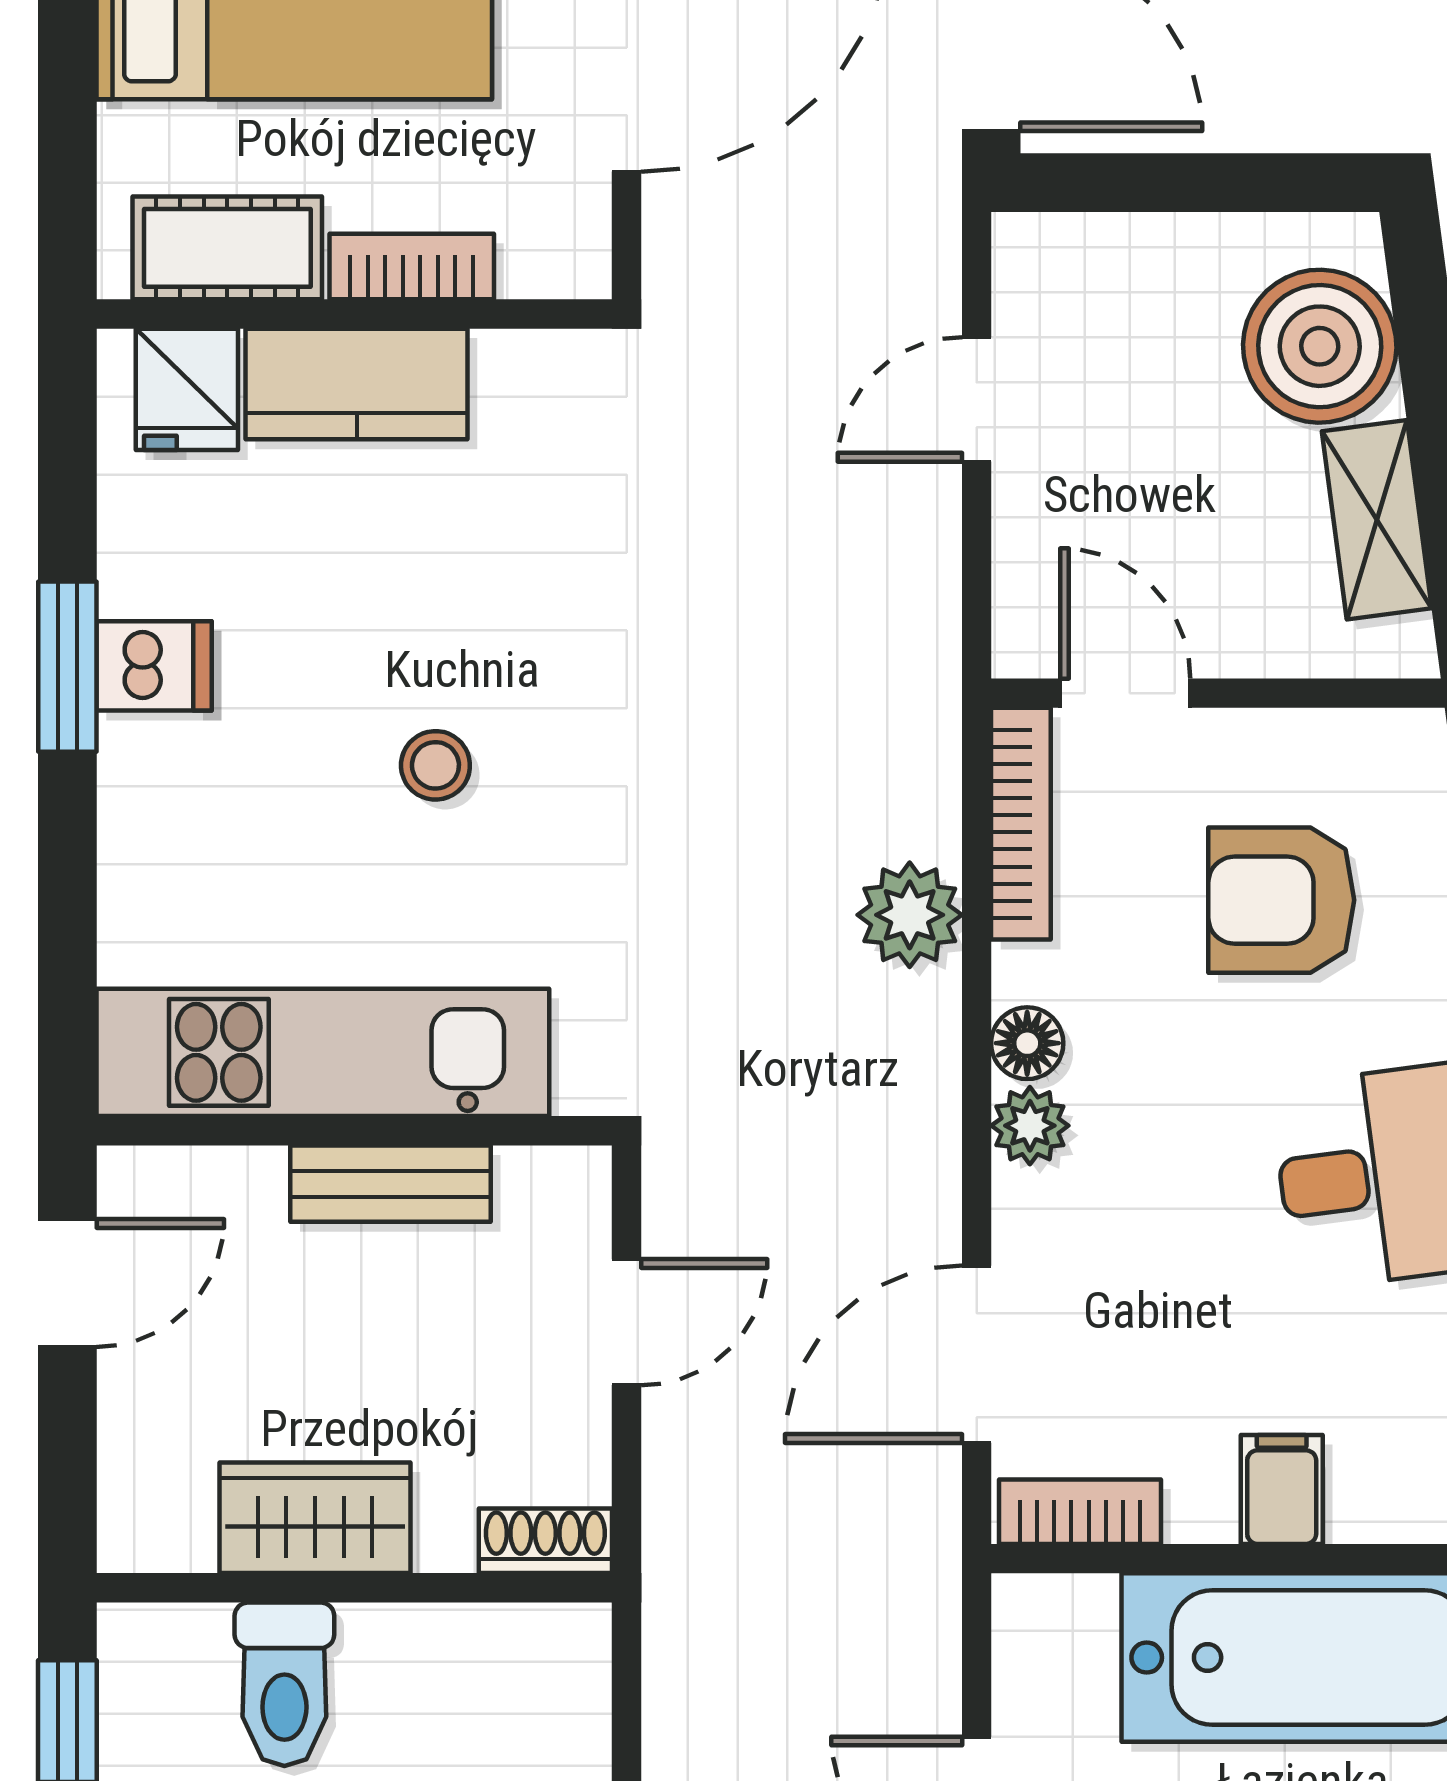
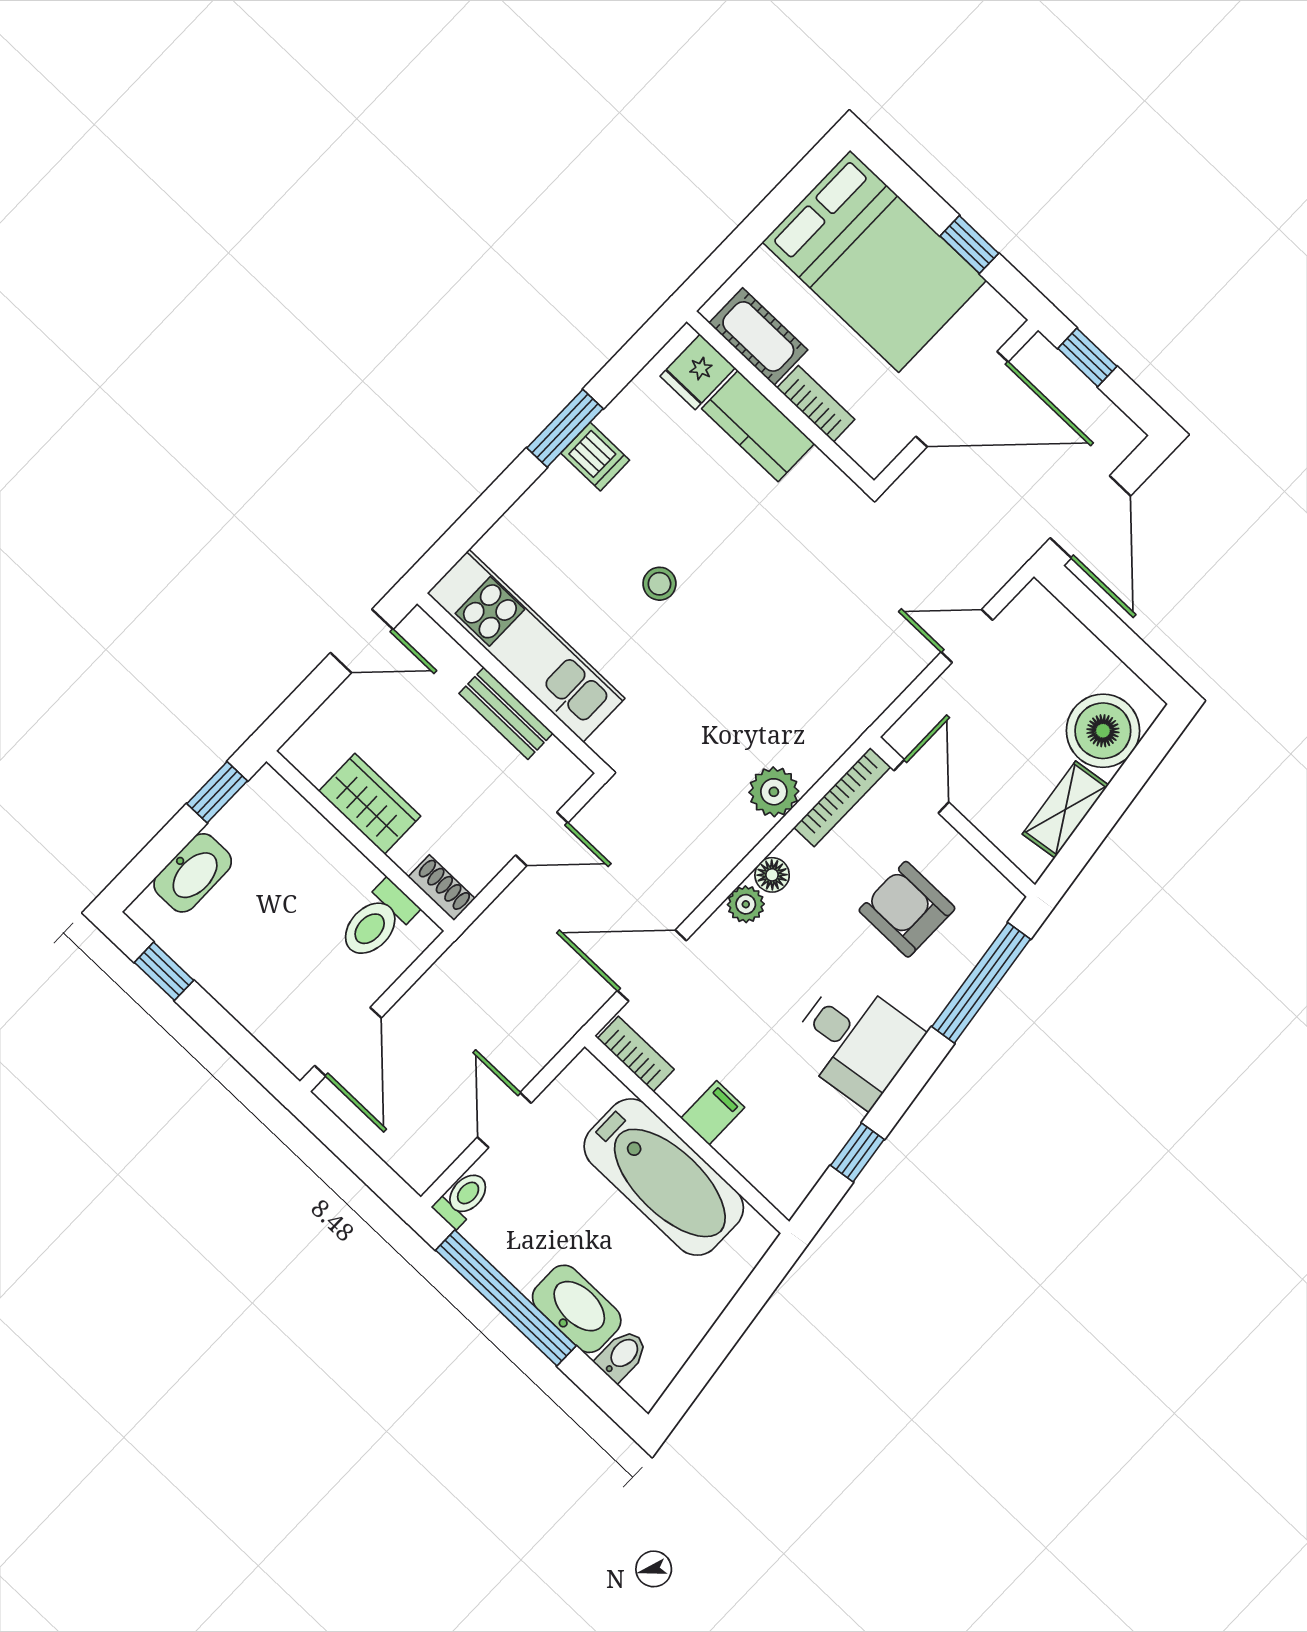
toilet: (284, 1684) -> (377, 921), moved

